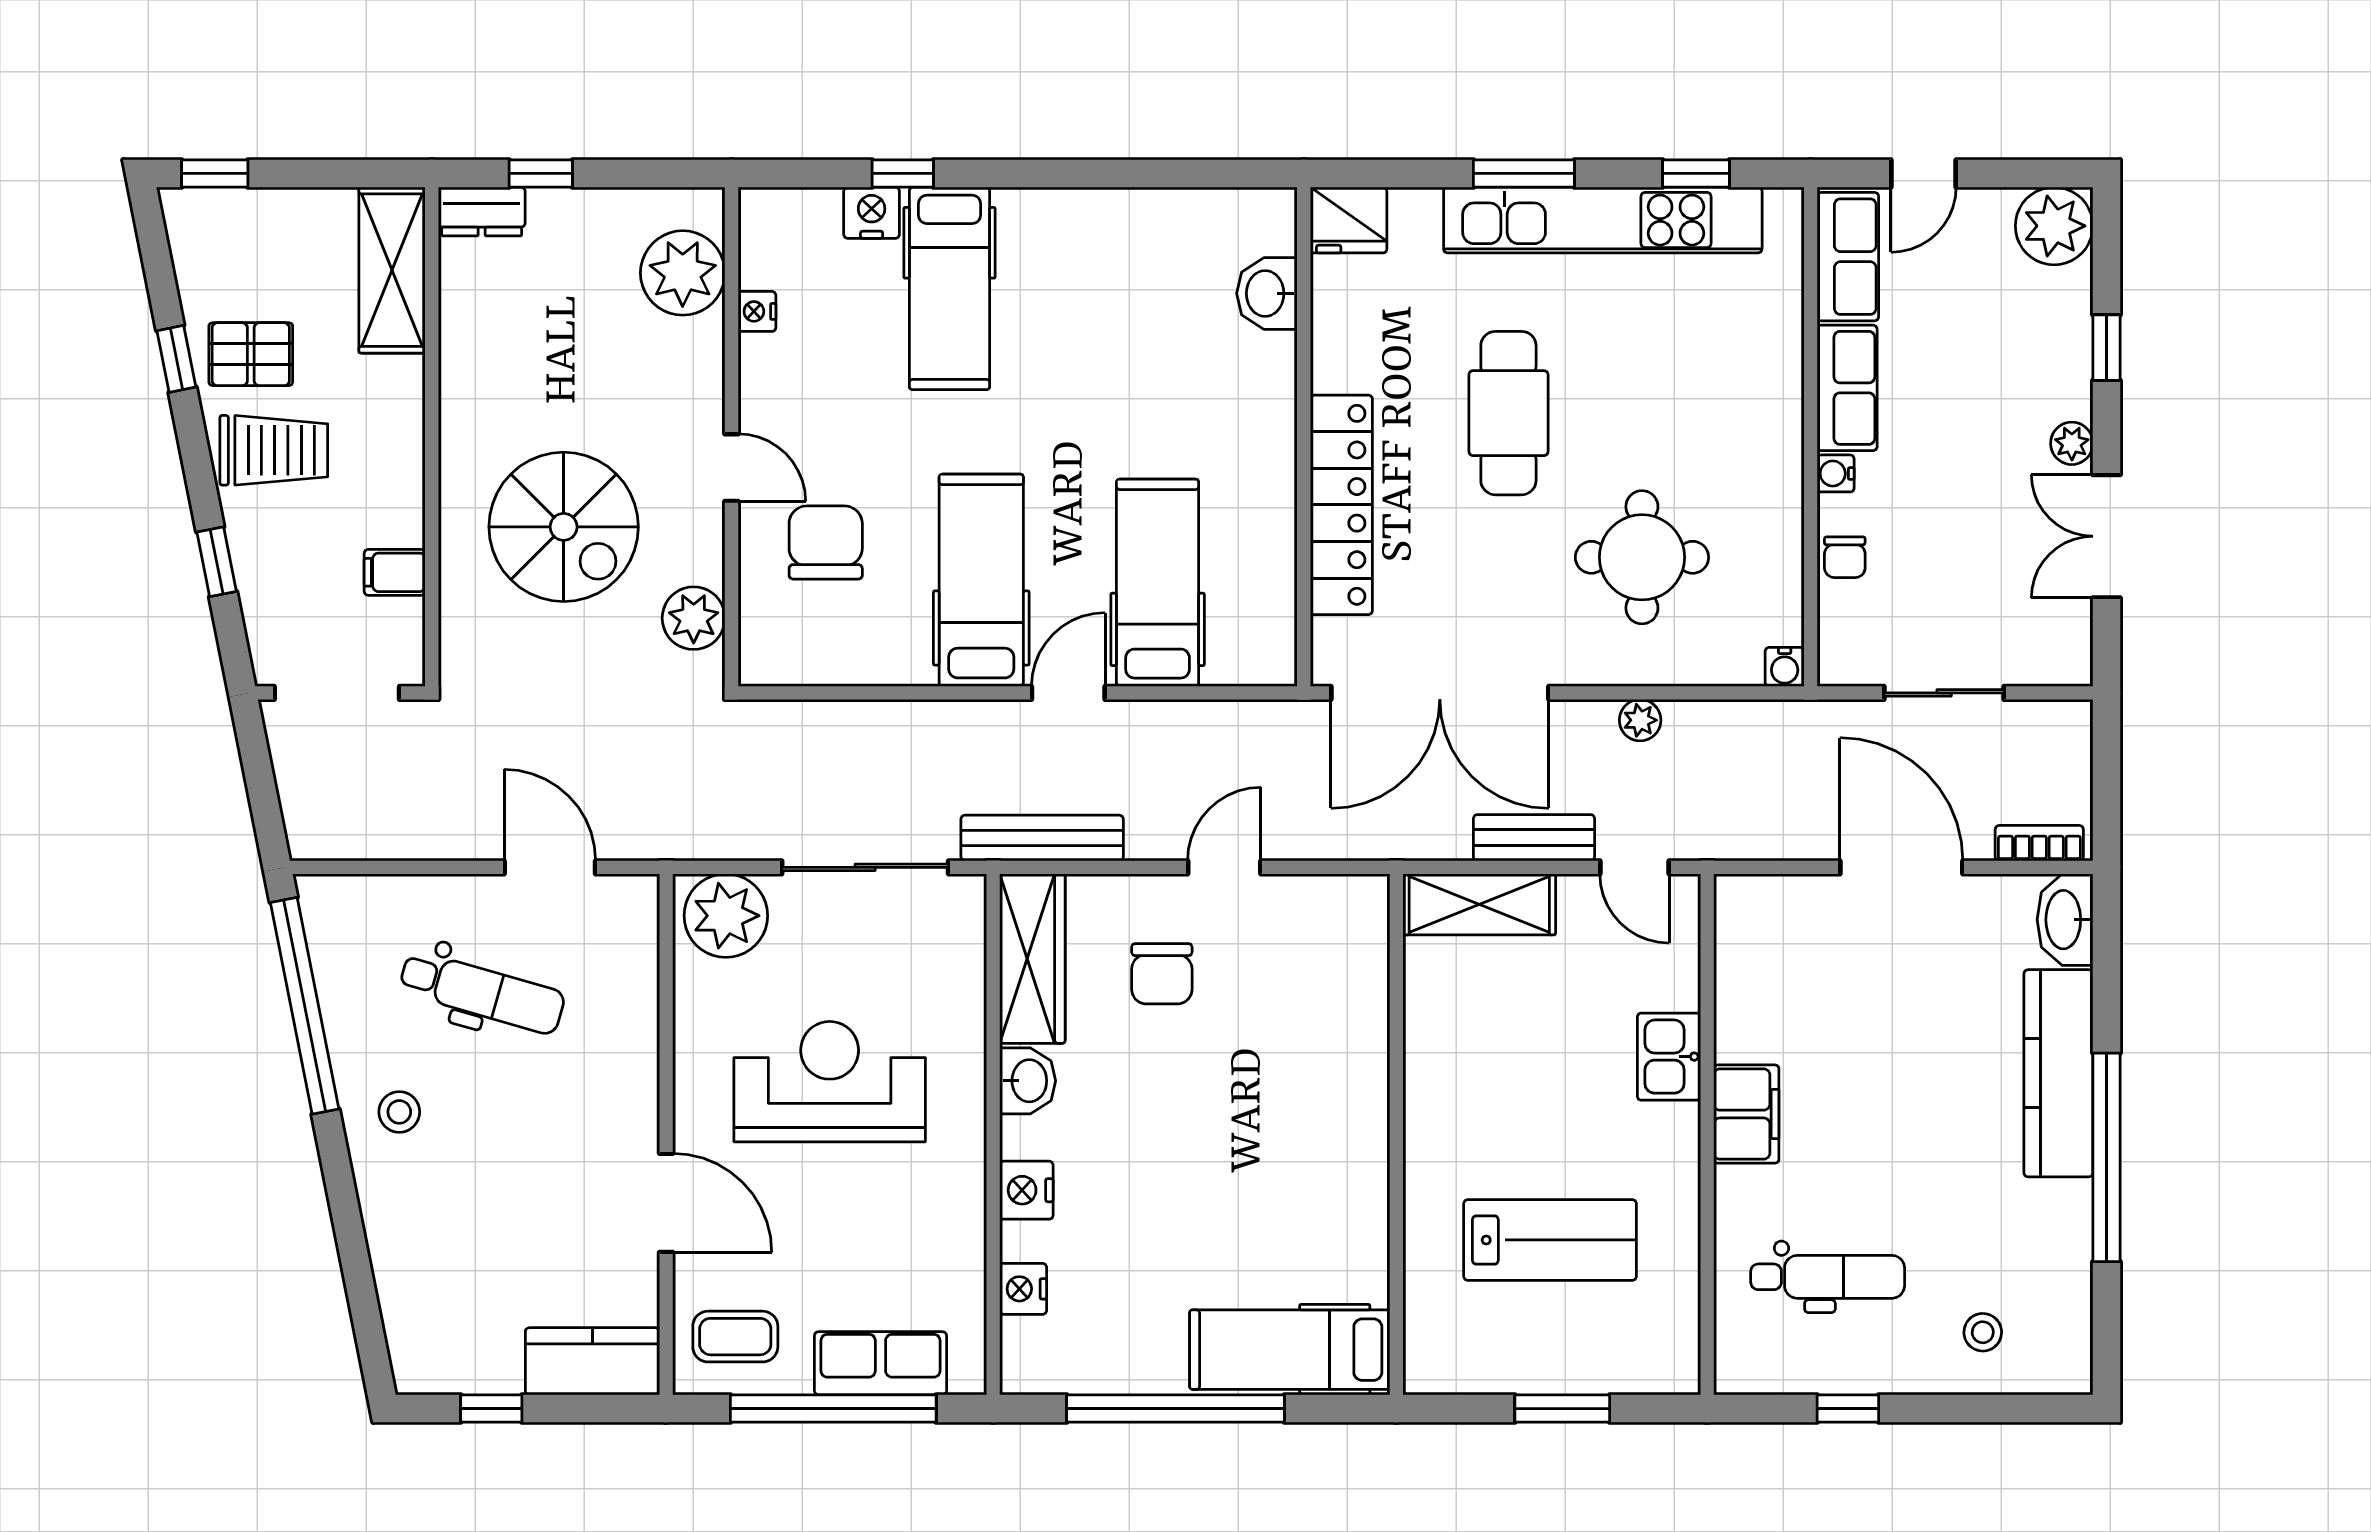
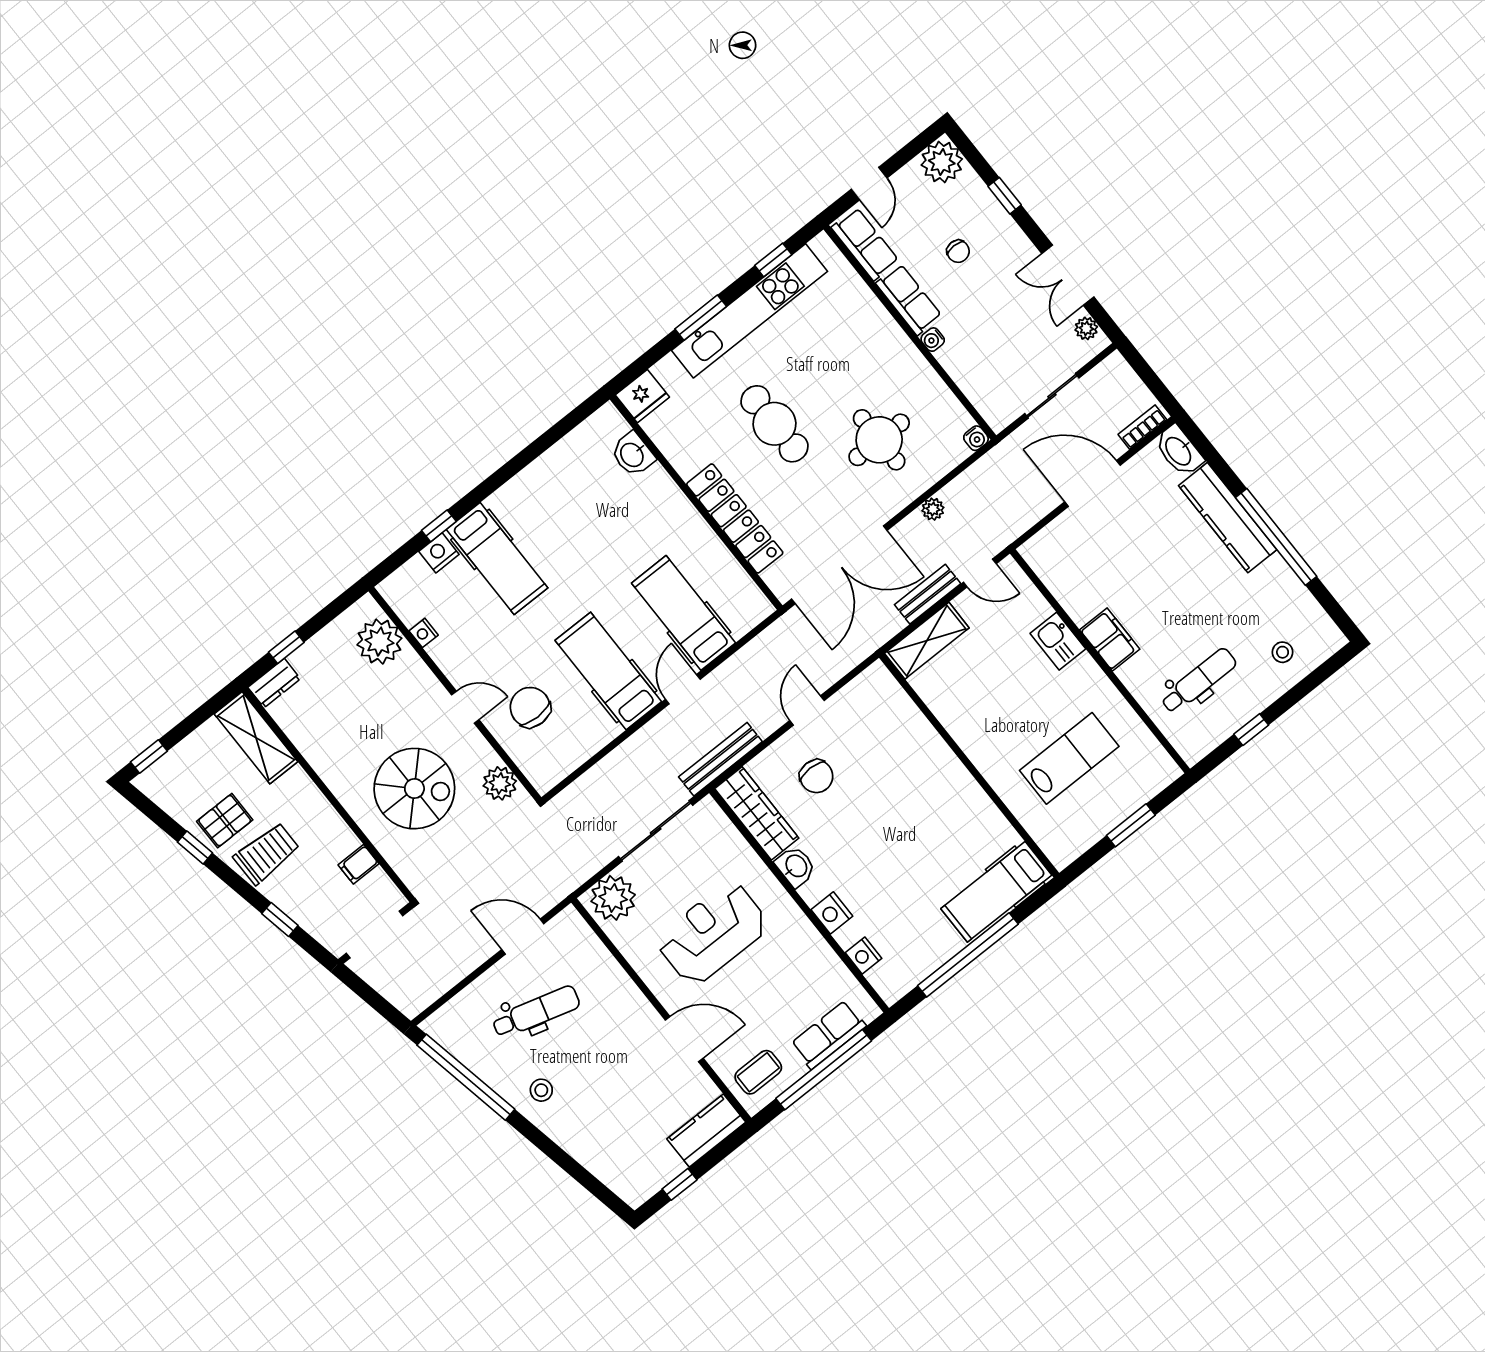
plant: (2072, 443) -> (1086, 328), moved
chair: (1845, 557) -> (958, 251), moved

